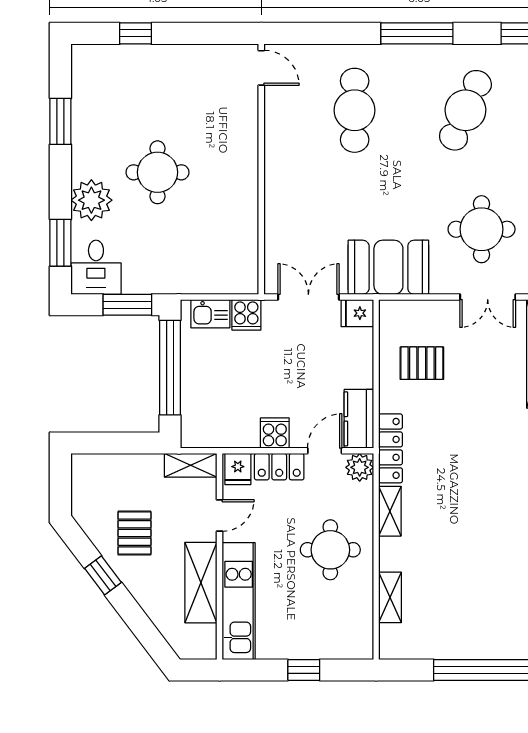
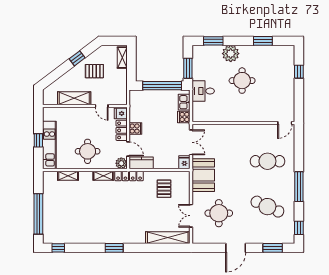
desk: (96, 267) -> (203, 91), moved
shelving: (191, 465) -> (122, 58), moved
kitchen unit: (239, 601) -> (49, 145), moved, turned -90

